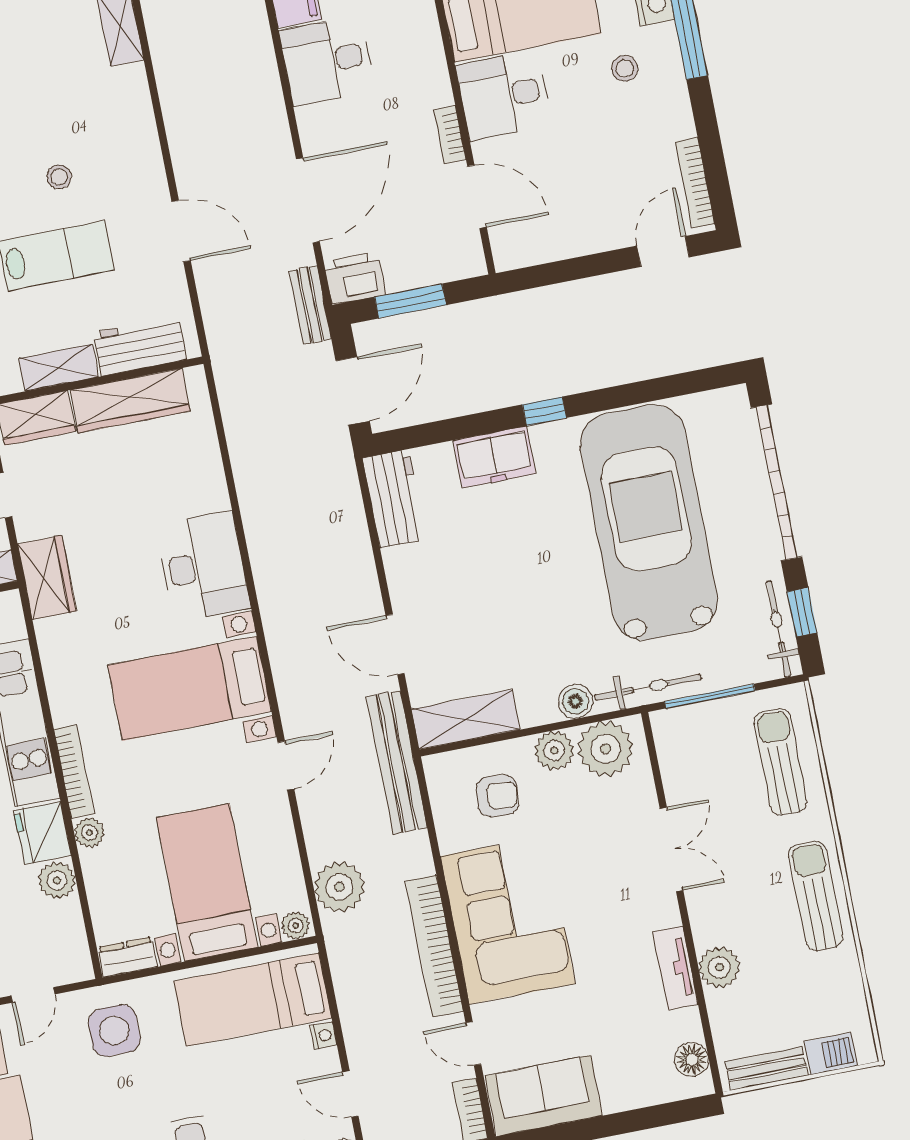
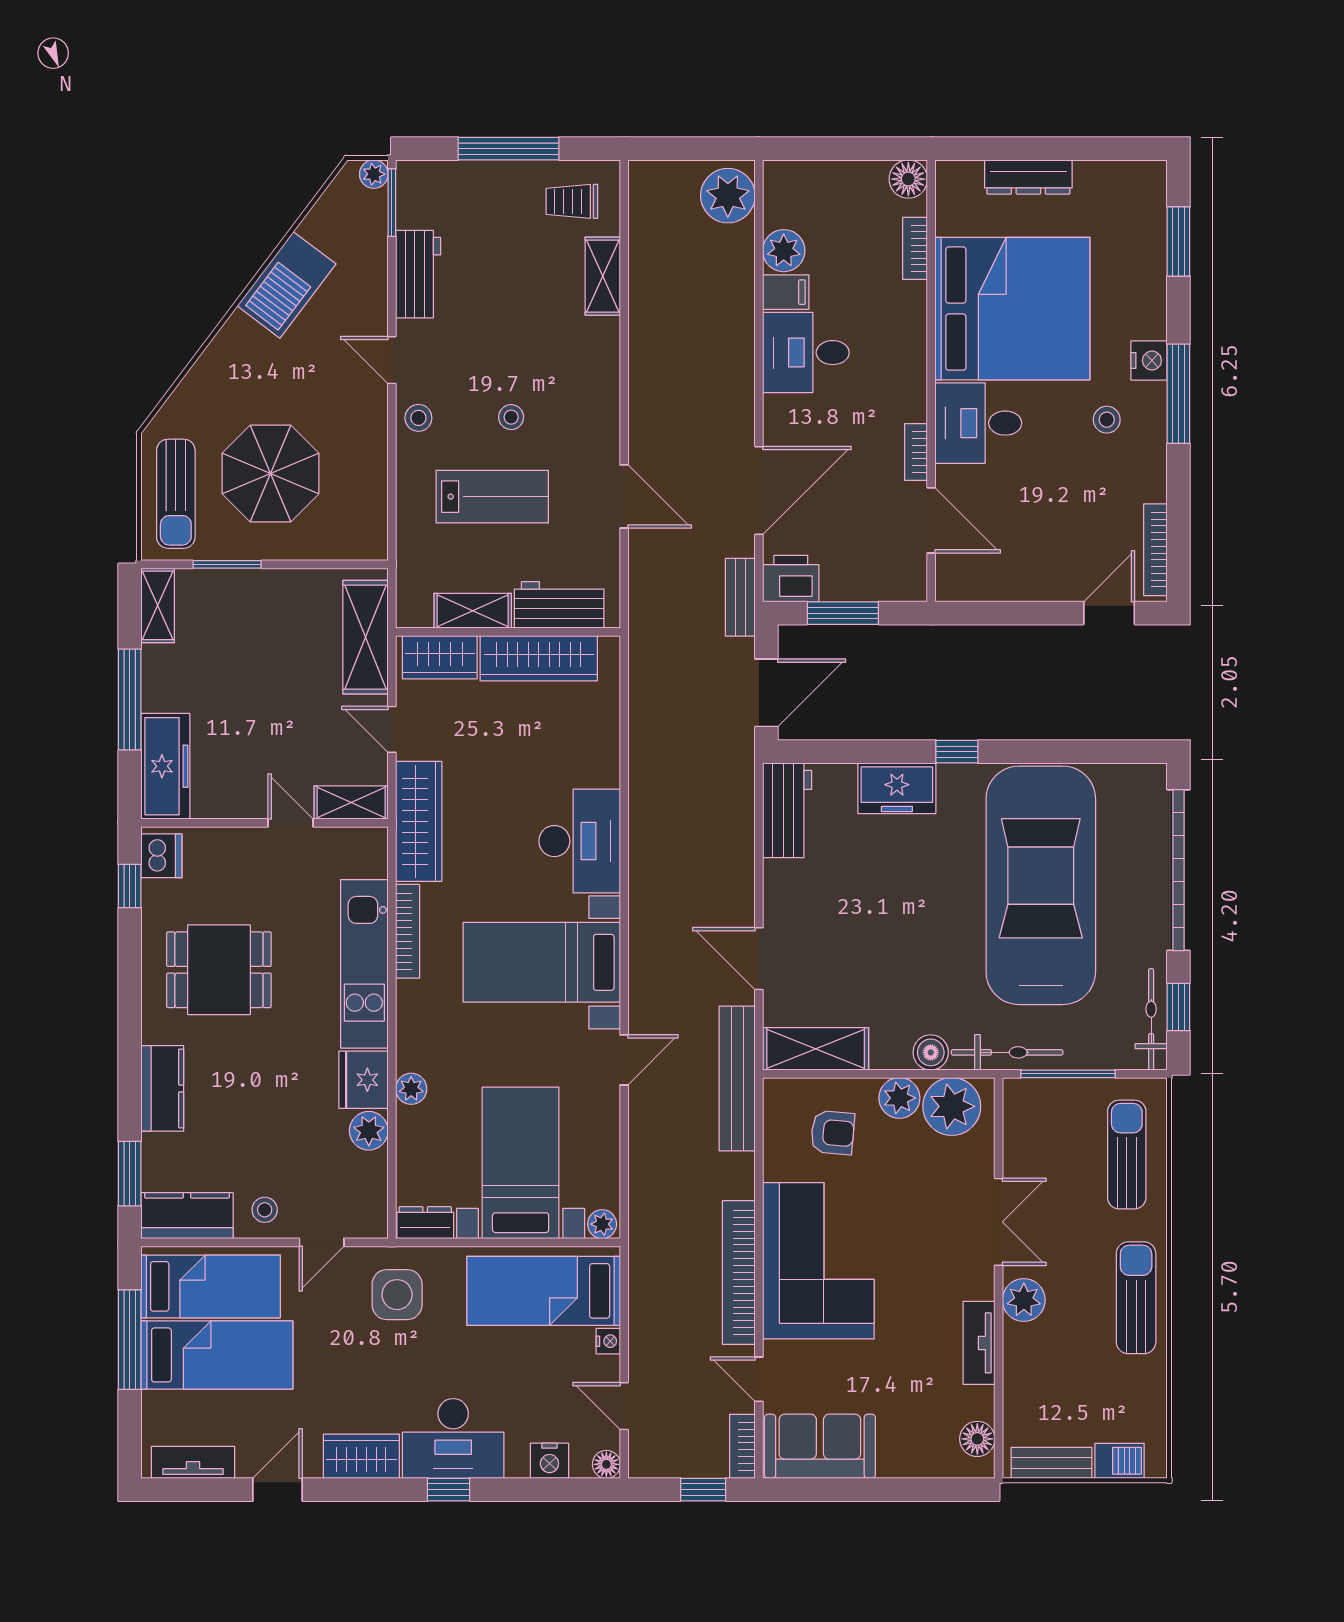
wardrobe: (47, 578) -> (419, 821), width x1.50
bookcase: (74, 771) -> (408, 931), moved
plant: (339, 887) -> (654, 1194), removed
plant: (719, 967) -> (1024, 1300), moved

